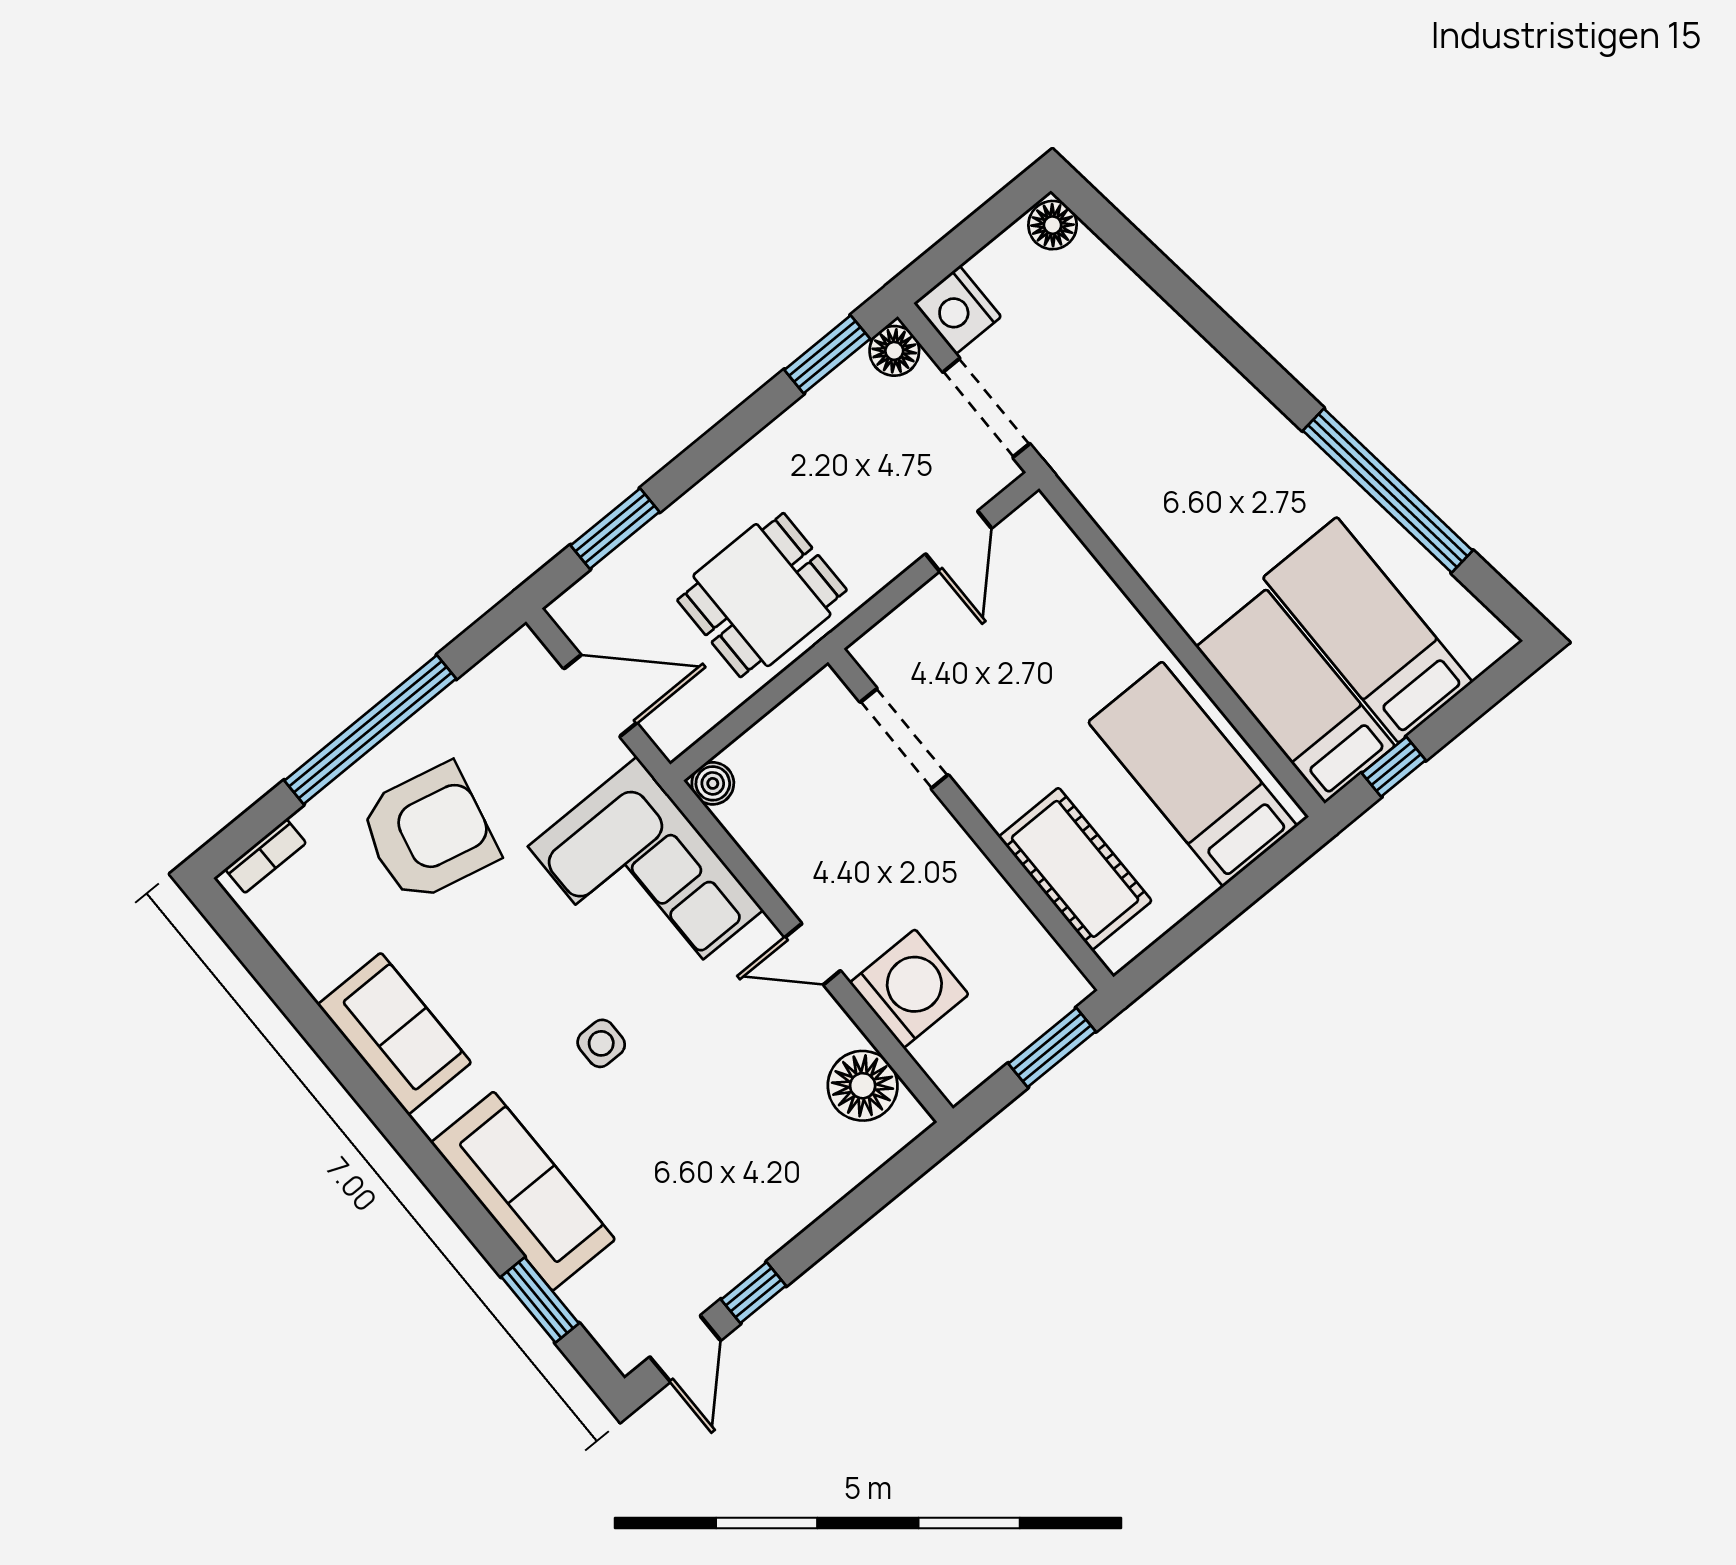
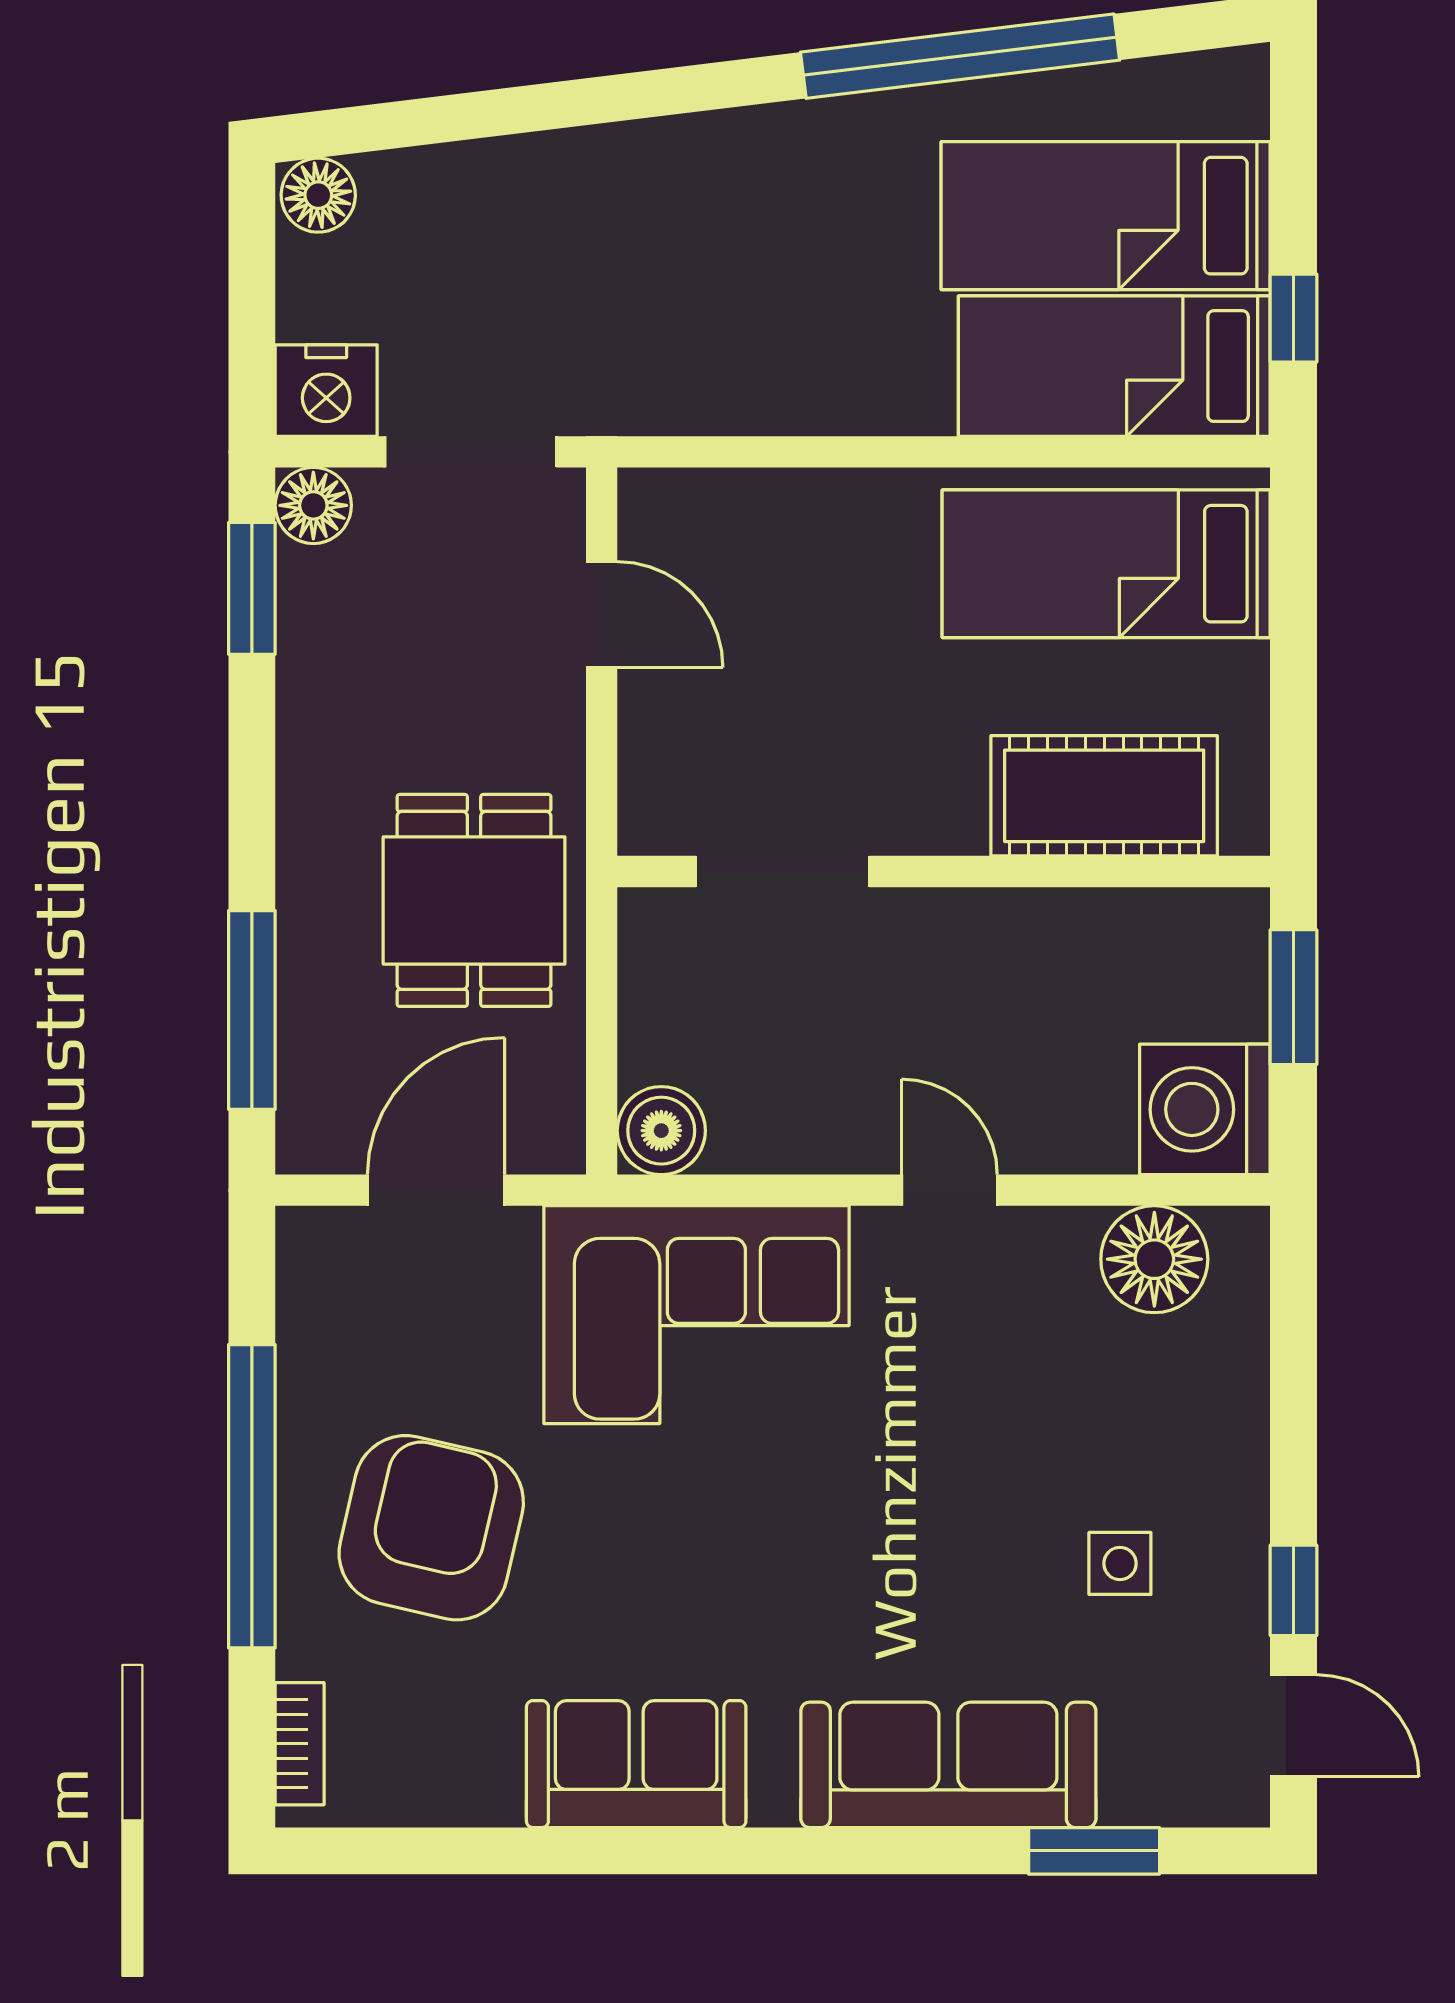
window: (615, 529) -> (252, 1010), width x1.44
boiler: (713, 783) -> (661, 1131), width x1.36, depth x1.36
door: (813, 954) -> (949, 1190), swing flipped
washing machine: (909, 989) -> (1205, 1109), moved, turned -90
side table: (601, 1043) -> (1120, 1563), moved

